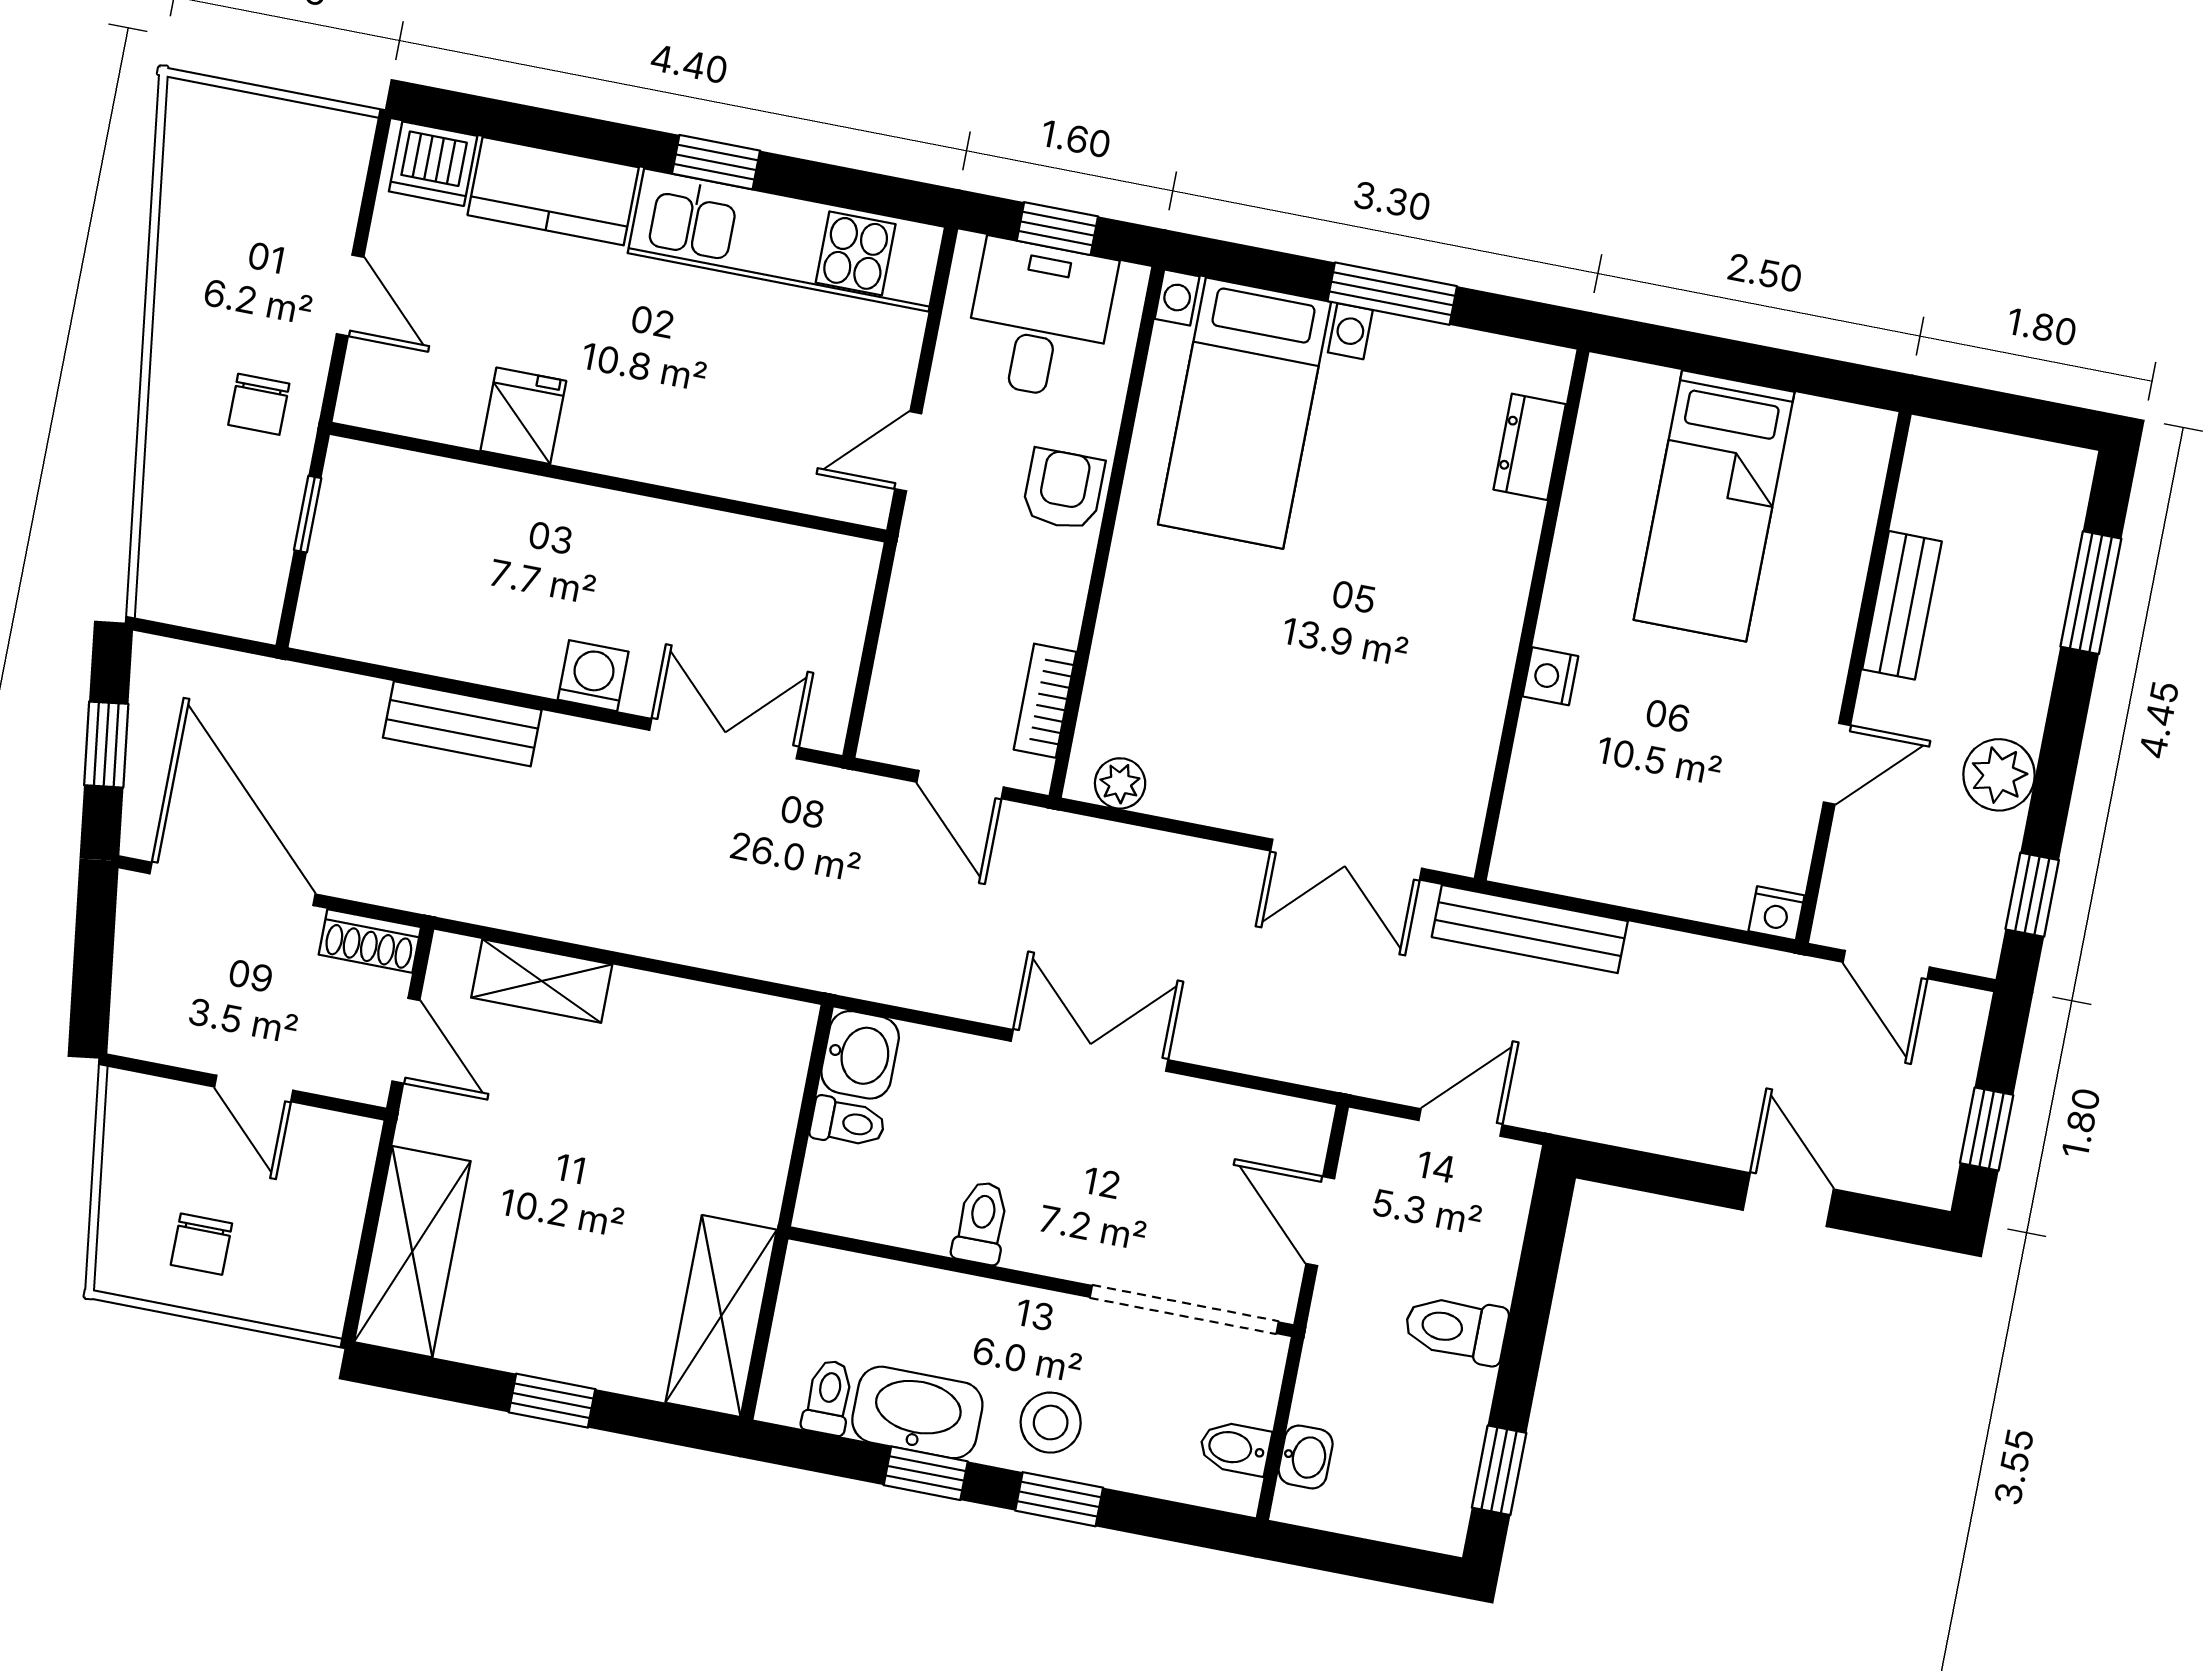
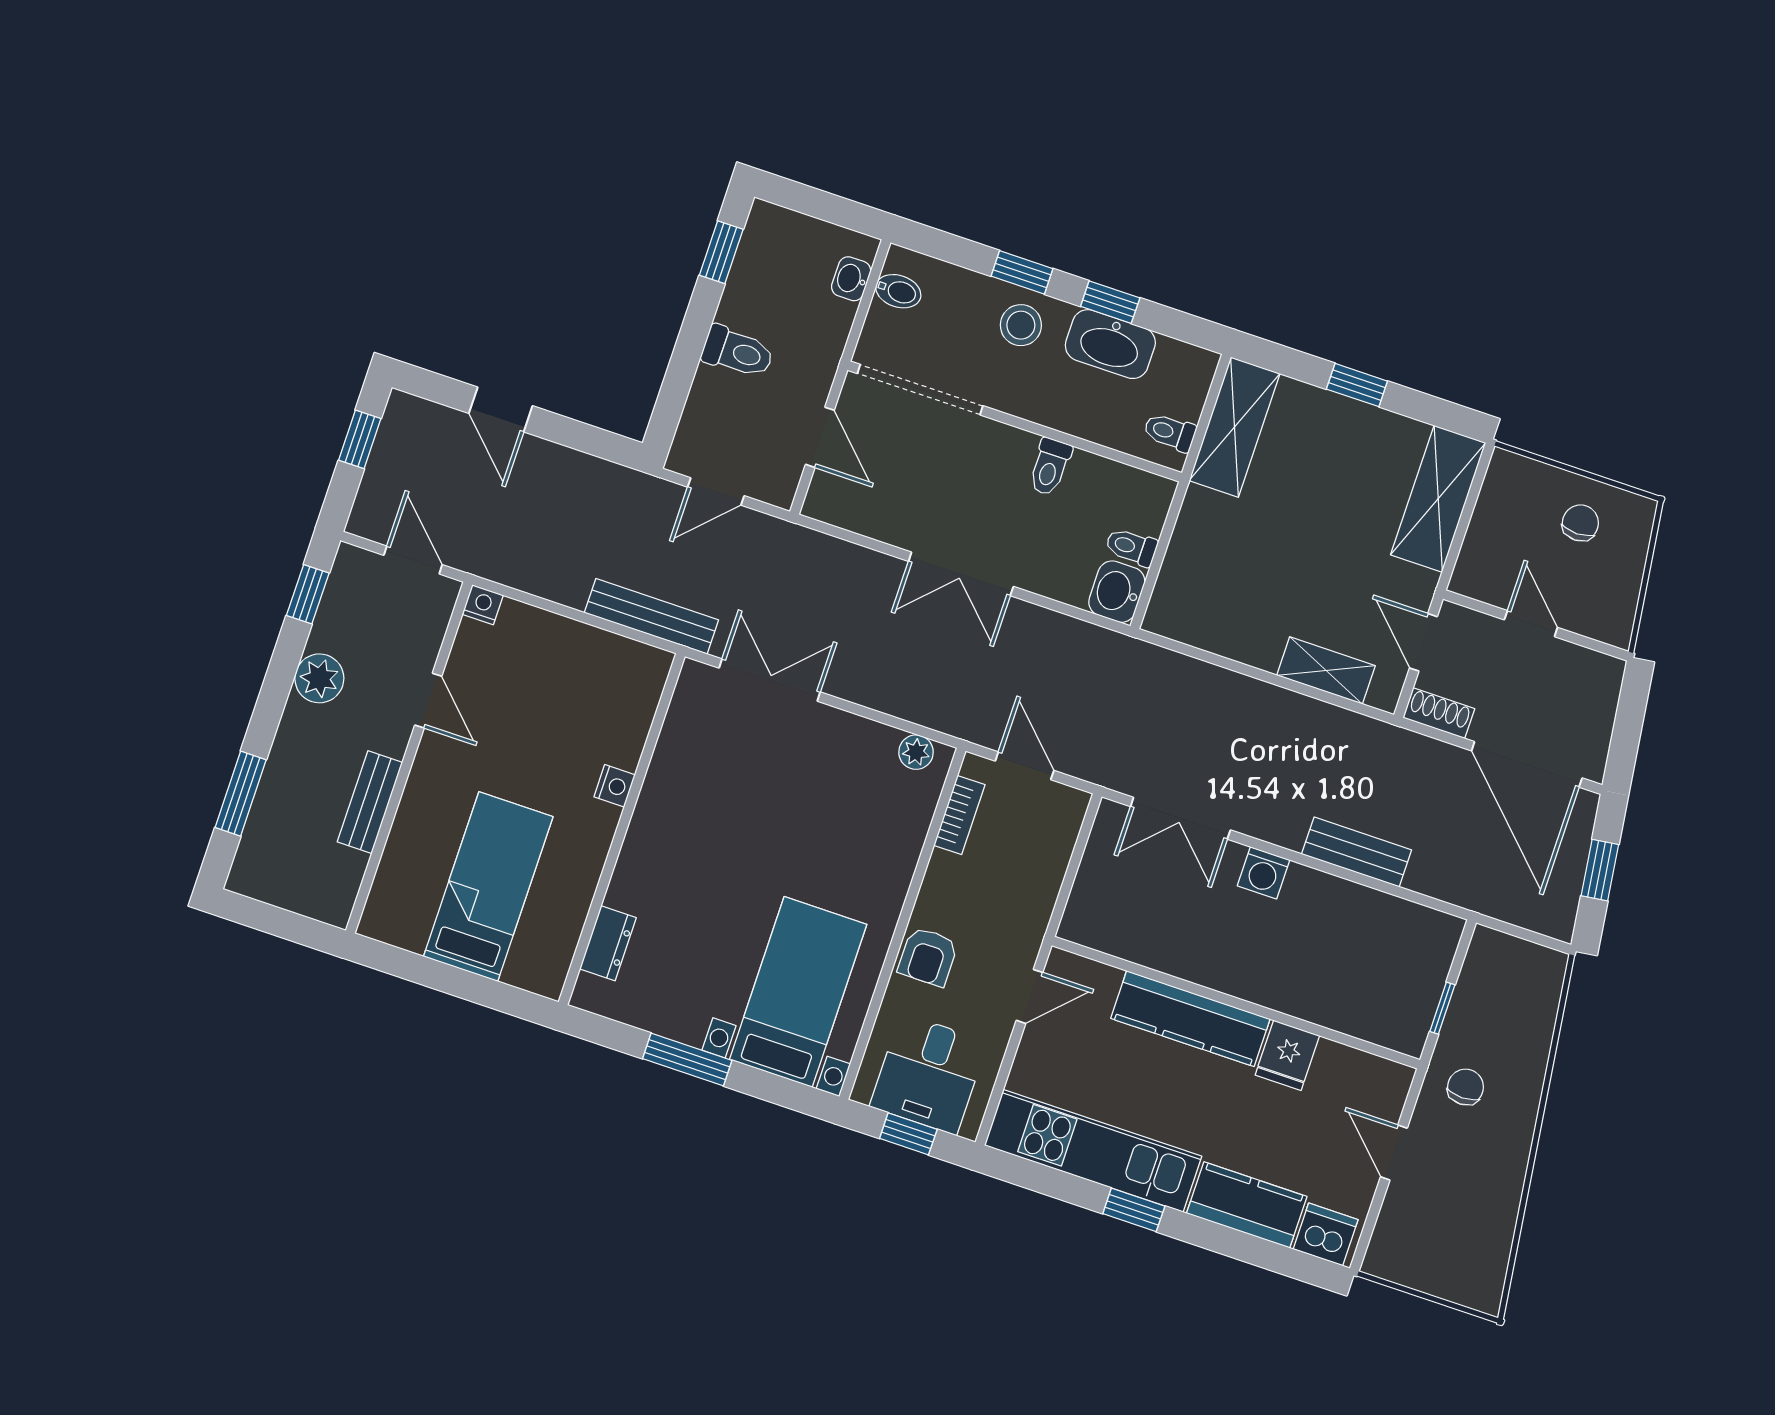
kitchen counter: (671, 450) -> (1190, 1019), added
door: (1837, 764) -> (428, 701), swing flipped
toilet: (828, 1397) -> (1170, 432), moved, turned 90

